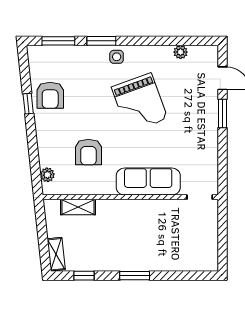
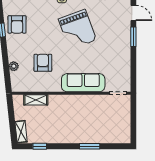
armchair: (88, 152) -> (43, 63), turned 180
plant: (47, 175) -> (14, 66), moved
window: (135, 276) -> (90, 146), moved

